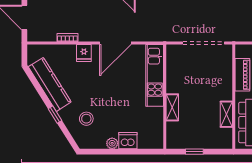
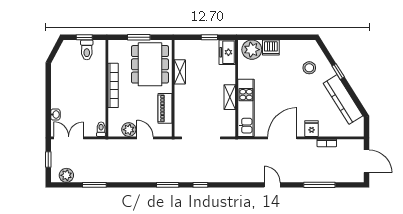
shelving: (172, 107) -> (230, 97), moved
freezer: (175, 135) -> (227, 52), added
plant: (112, 143) -> (252, 50), moved, width x1.88, depth x1.88

